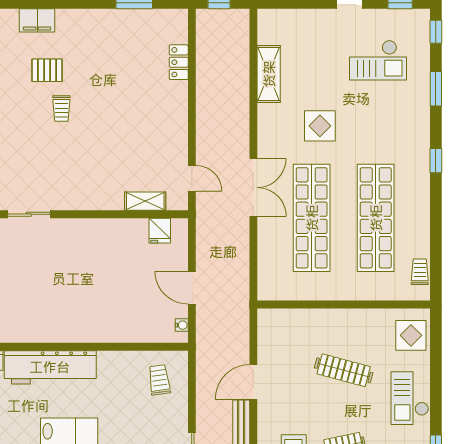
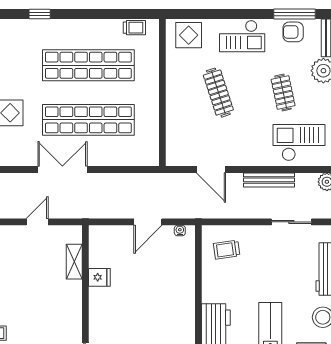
door: (192, 178) -> (37, 222), moved
fridge: (160, 231) -> (99, 277), moved
trolley: (420, 272) -> (134, 28), turned 180
clothes rail: (344, 370) -> (218, 93), turned -33
door: (253, 382) -> (211, 170), moved

